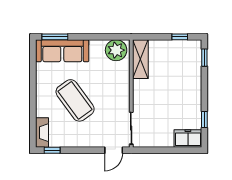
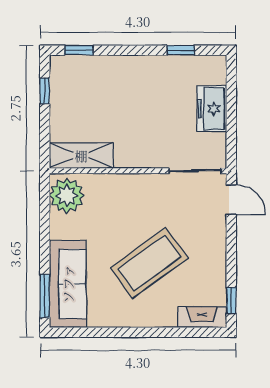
freezer: (188, 139) -> (212, 109), moved

